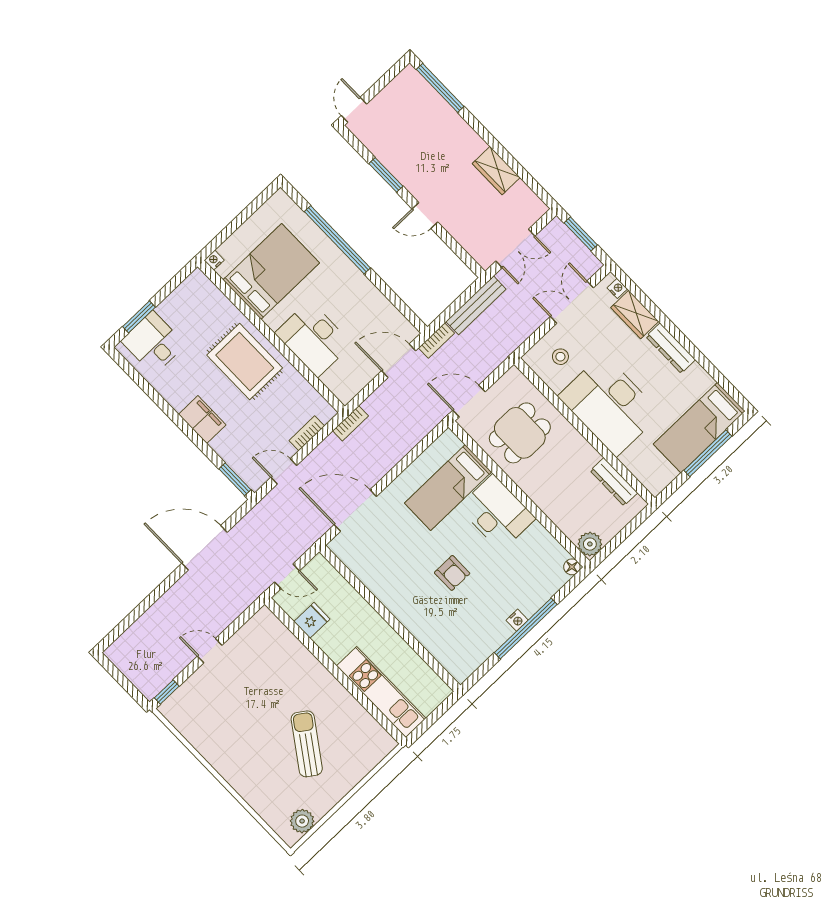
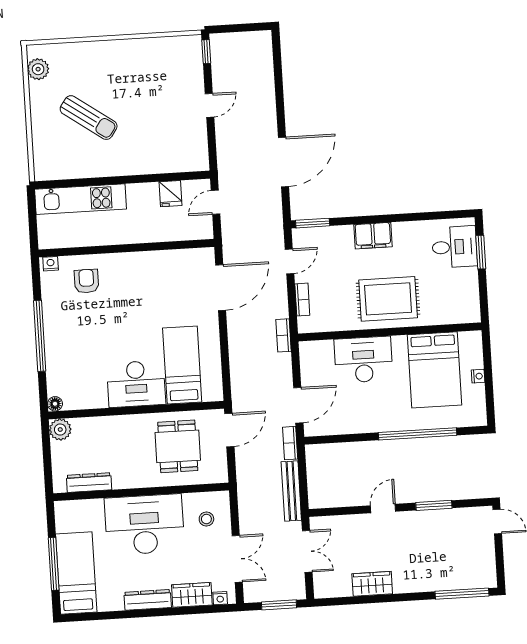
double door: (515, 248) -> (307, 551), swing flipped
nightstand: (214, 260) -> (478, 376), moved
armchair: (452, 573) -> (86, 281), moved, turned 90
nightstand: (517, 620) -> (51, 264), moved, turned 90

